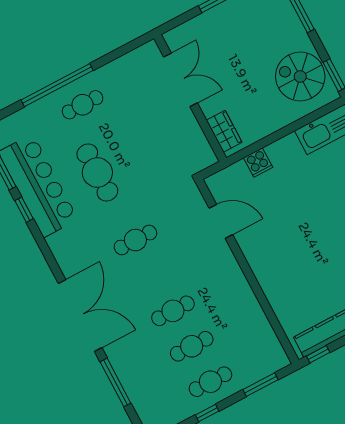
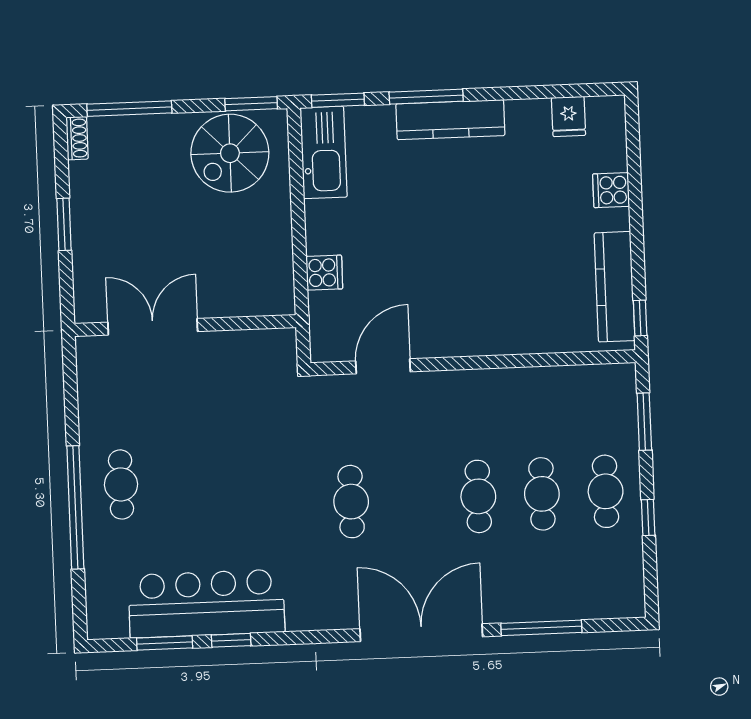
wardrobe: (224, 131) -> (256, 300), removed
cafe table: (97, 172) -> (228, 510), removed

